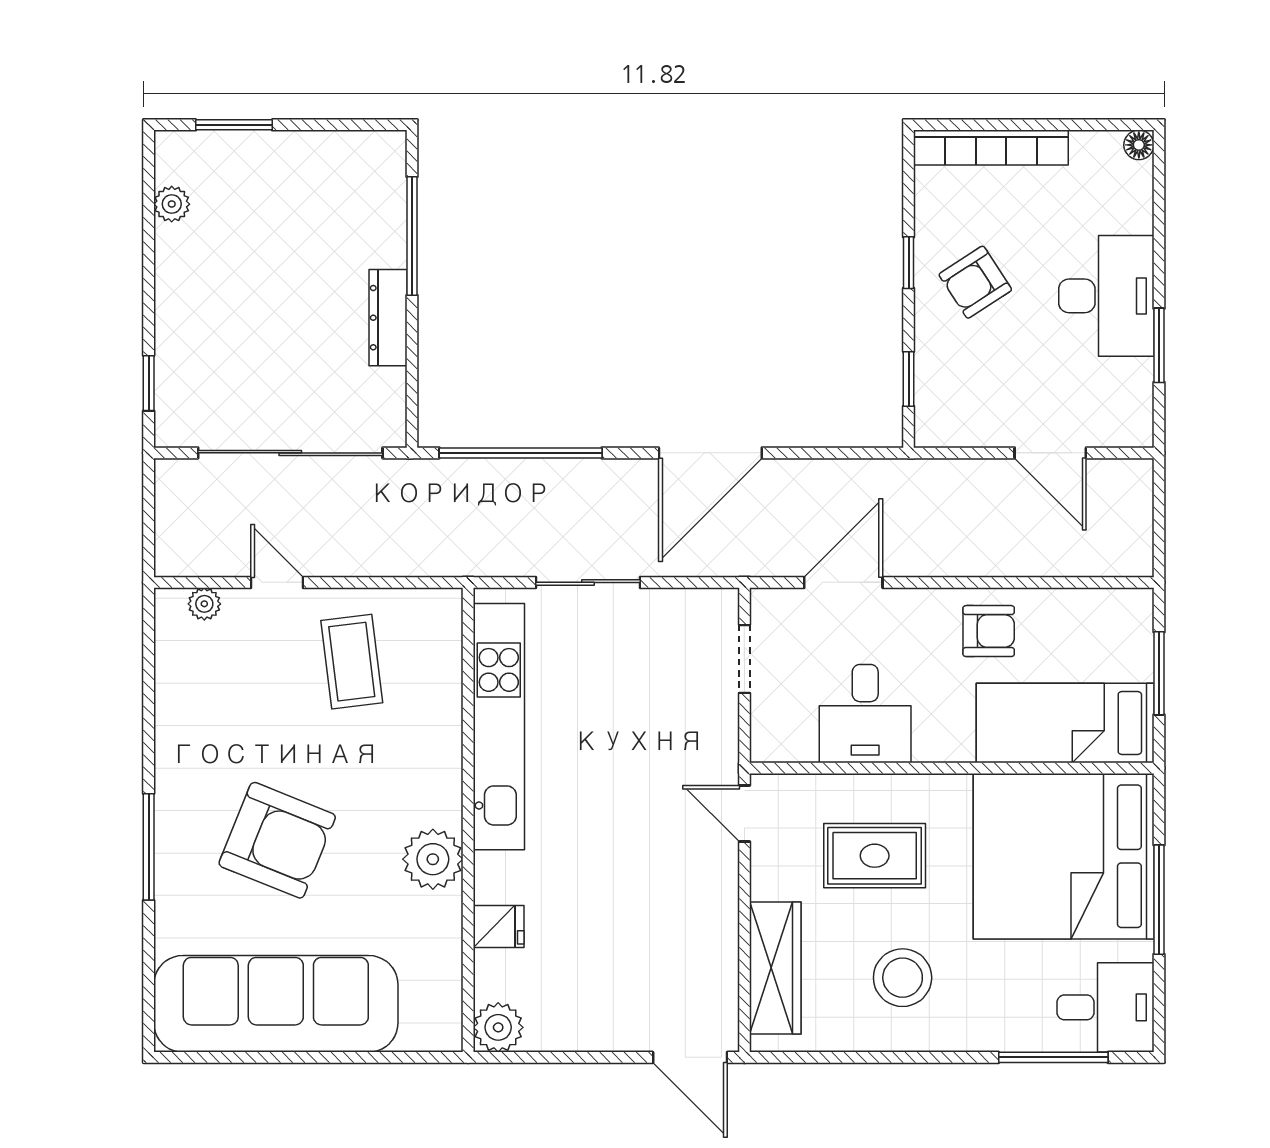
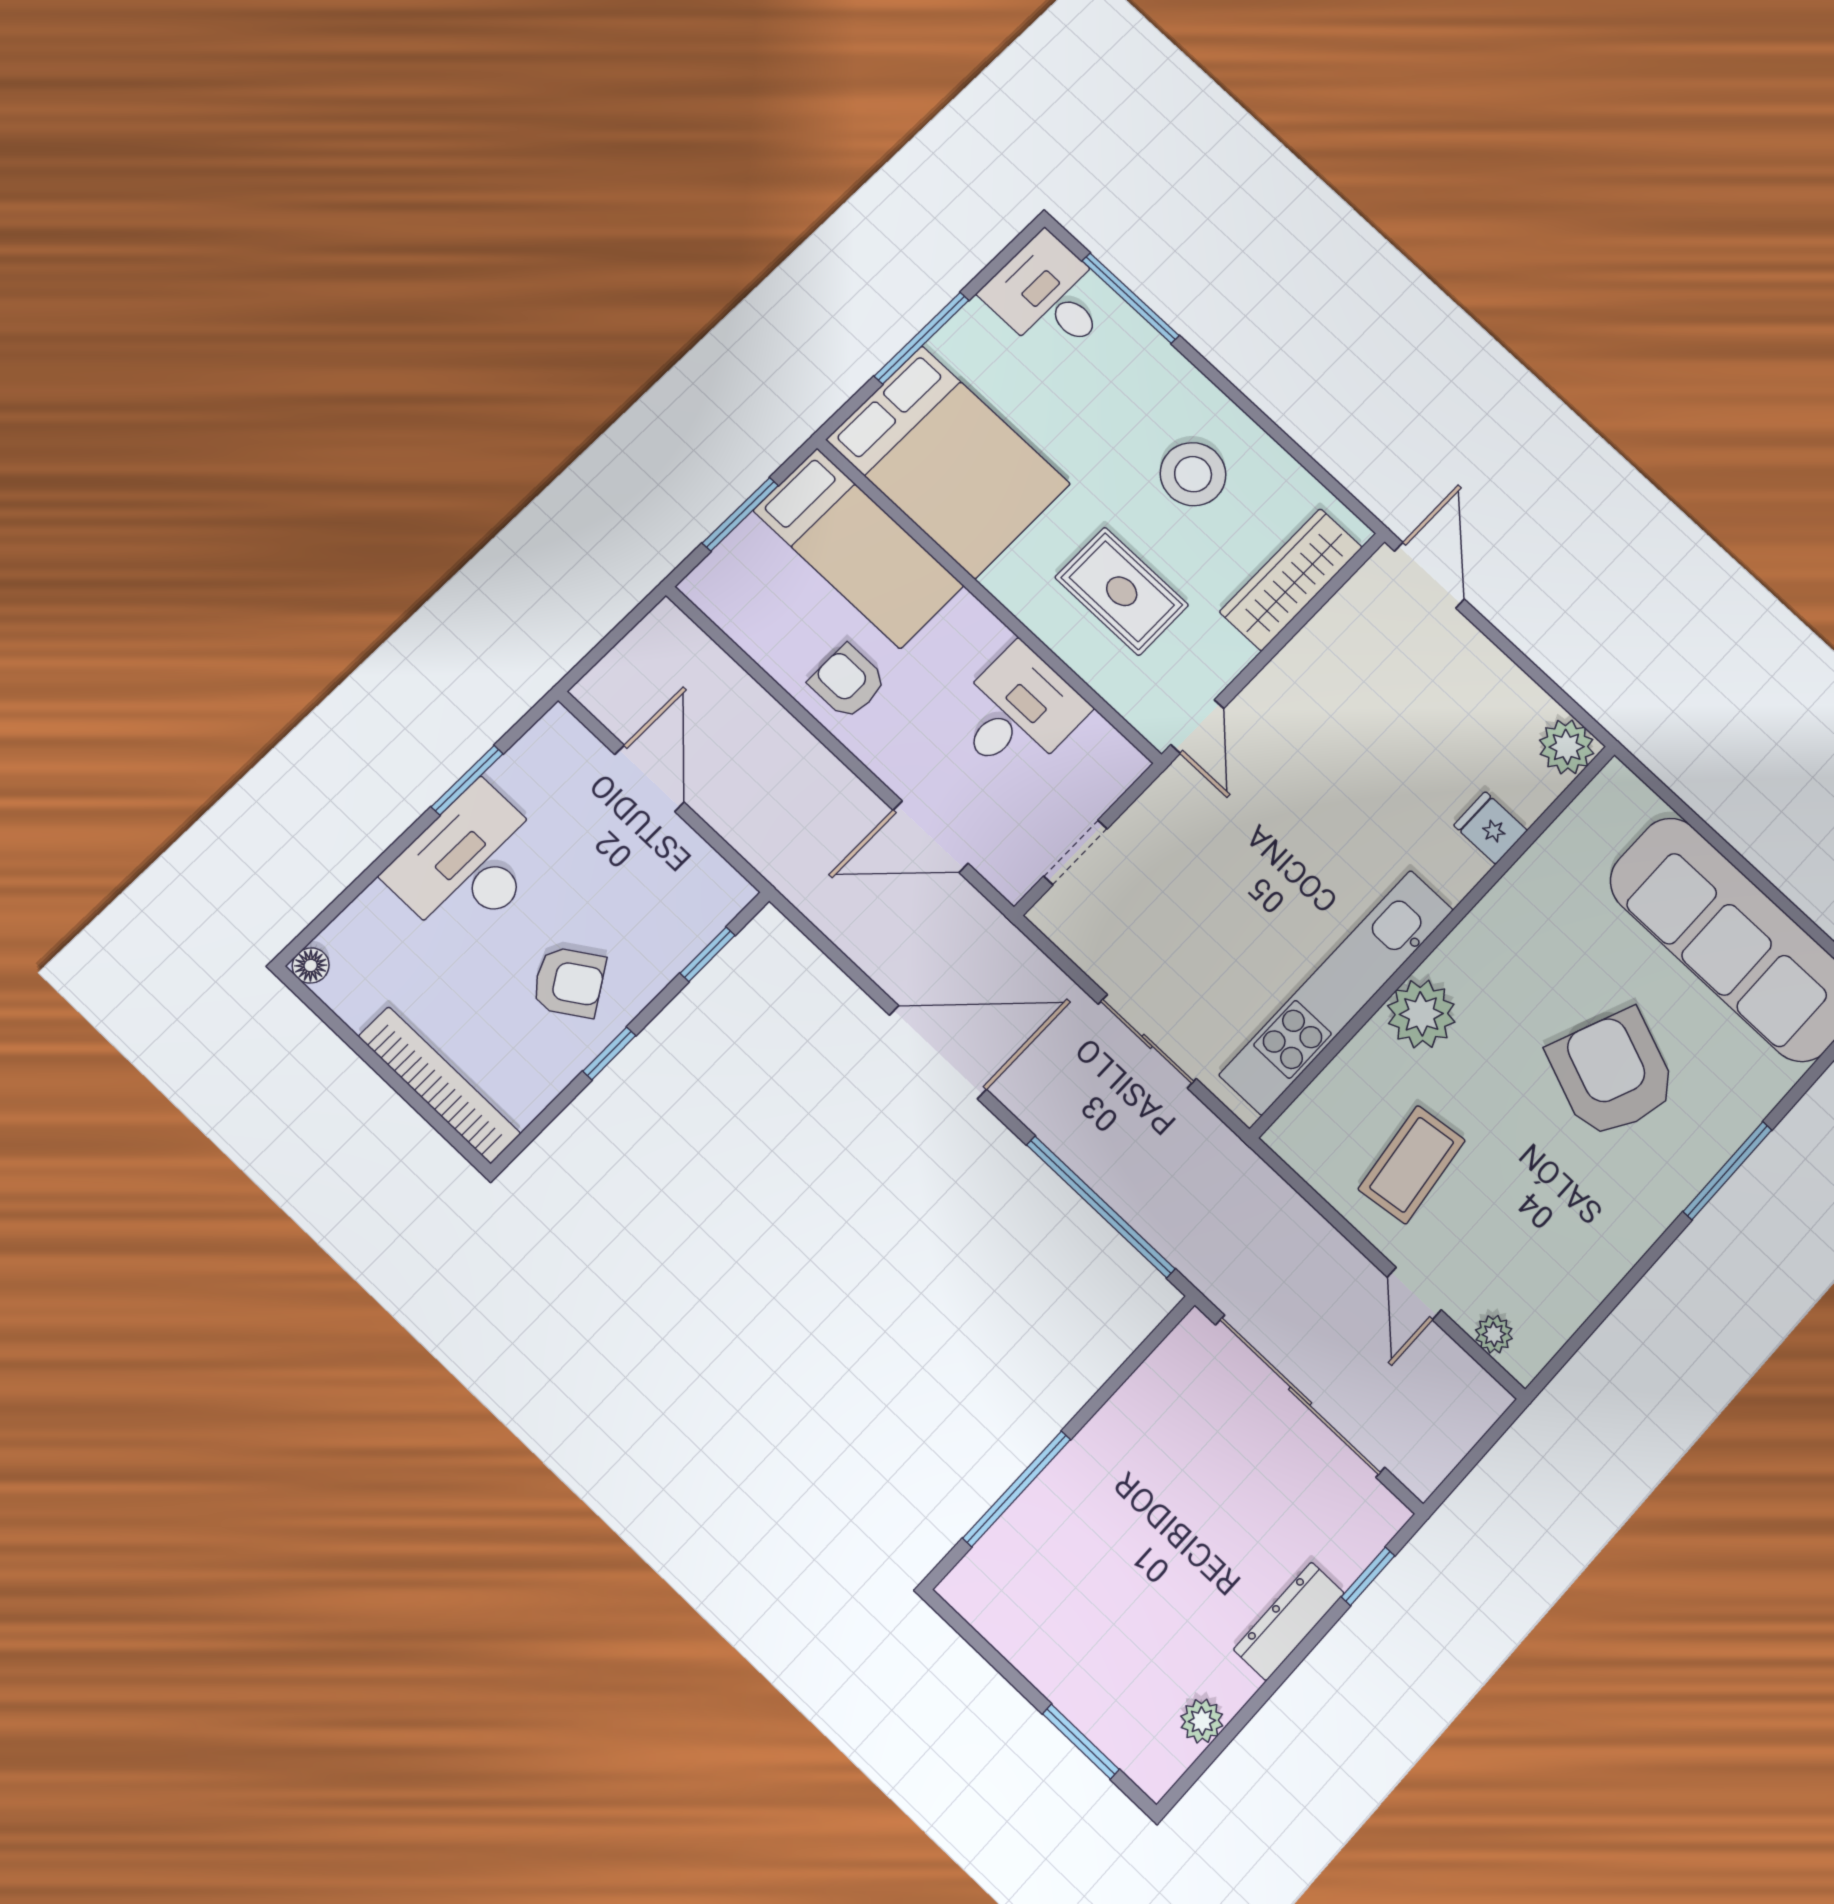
dresser: (388, 318) -> (1289, 1621), moved, turned 180
bed: (1064, 856) -> (948, 462), width x0.73
plant: (433, 859) -> (1421, 1014), moved

